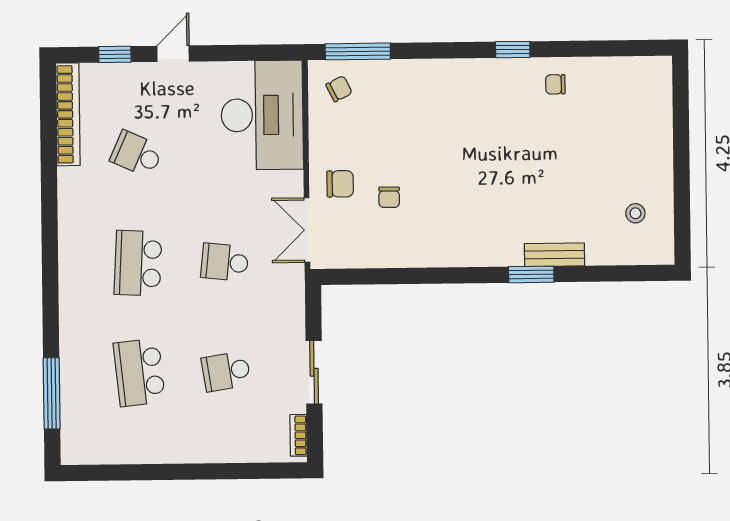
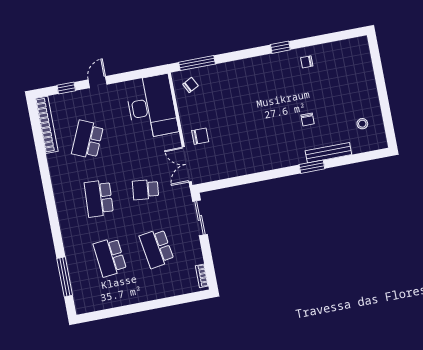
school desk: (137, 154) -> (88, 140), width x1.85
chair: (389, 197) -> (308, 119), moved
bench: (554, 255) -> (328, 153), width x1.36
school desk: (226, 371) -> (157, 248), width x1.85
sliding door: (314, 372) -> (200, 218), moved

